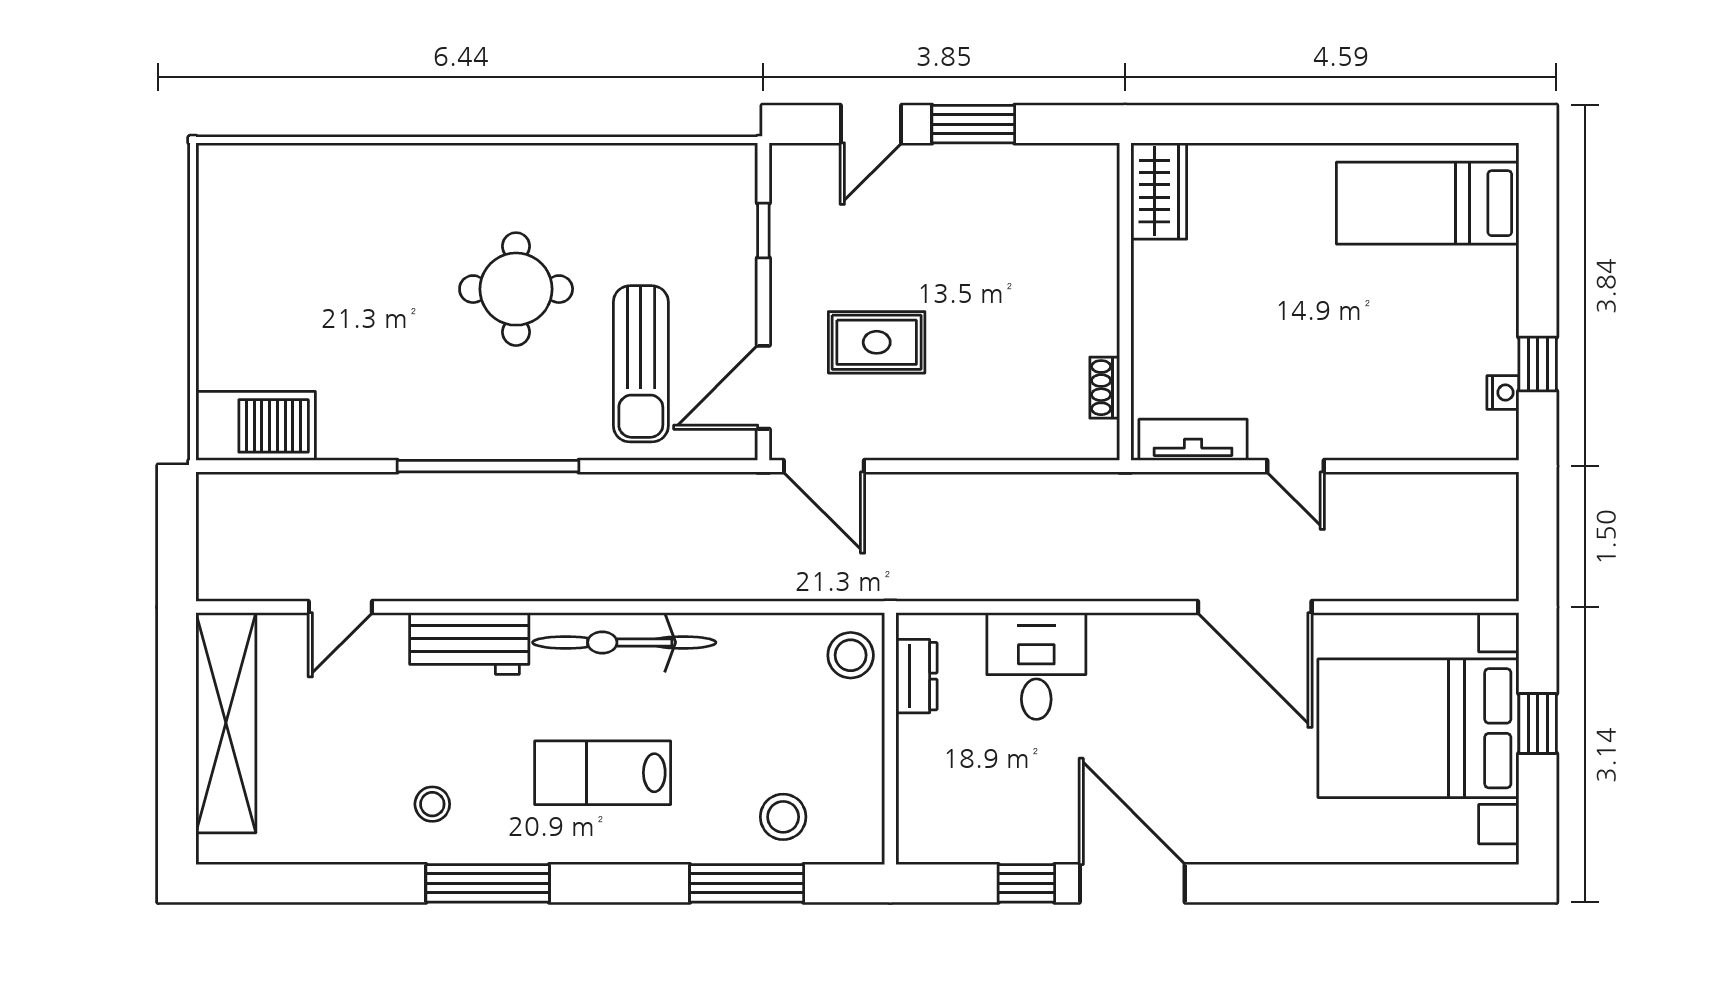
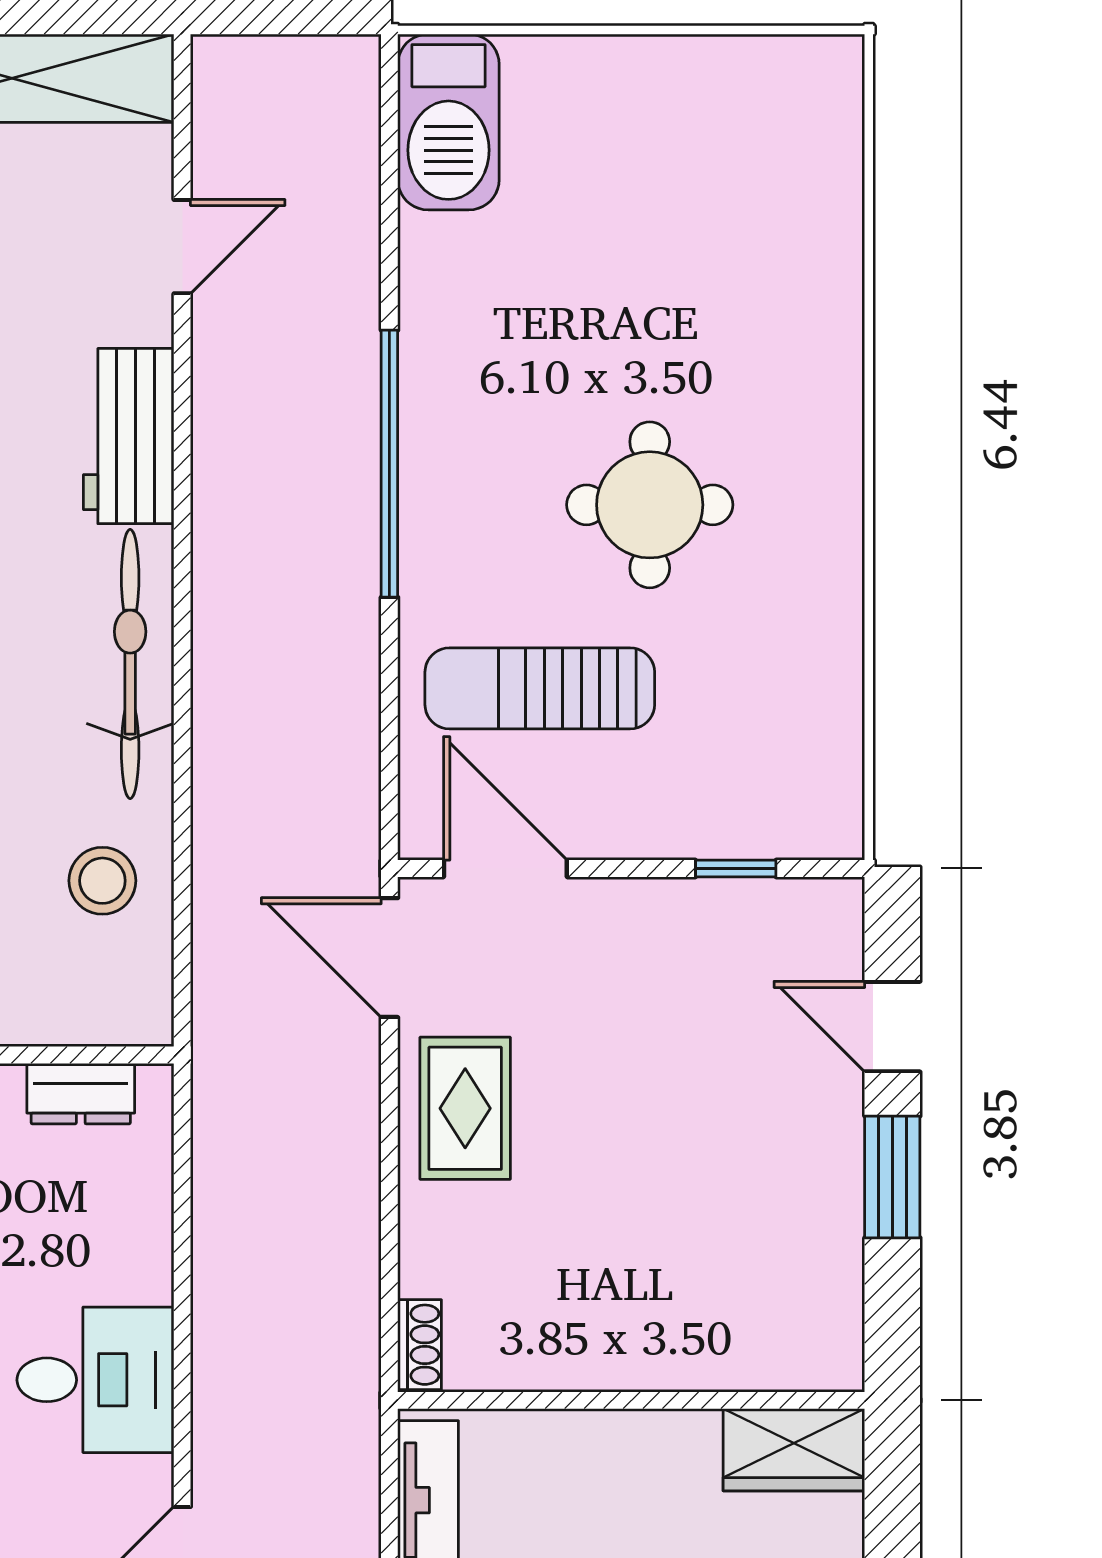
rug: (877, 342) -> (465, 1108), moved
shoe rack: (1105, 388) -> (420, 1345), moved, turned 90
door: (824, 466) -> (389, 958), hinge flipped
door: (340, 607) -> (182, 247), swing flipped
stool: (851, 655) -> (102, 881), moved
desk: (1036, 666) -> (95, 1380), moved

